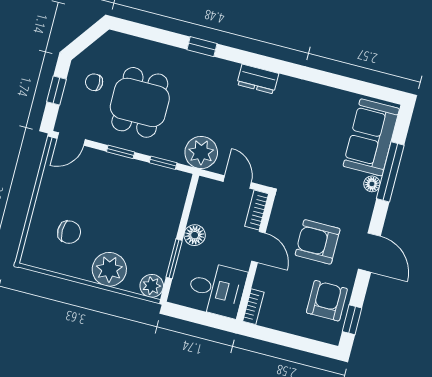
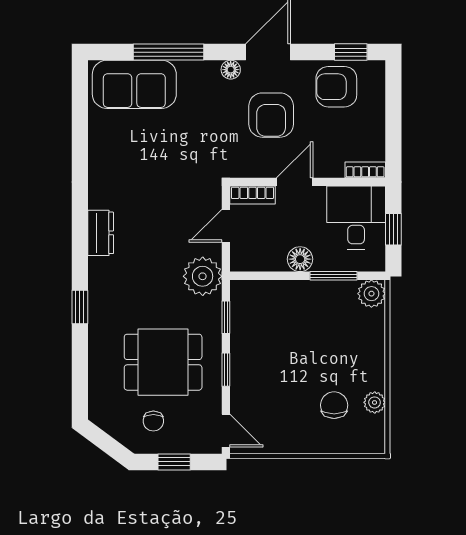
floor lamp: (372, 184) -> (231, 70), moved
plant: (109, 269) -> (375, 402), moved, width x0.53, depth x0.53
window: (199, 317) -> (393, 229), added

